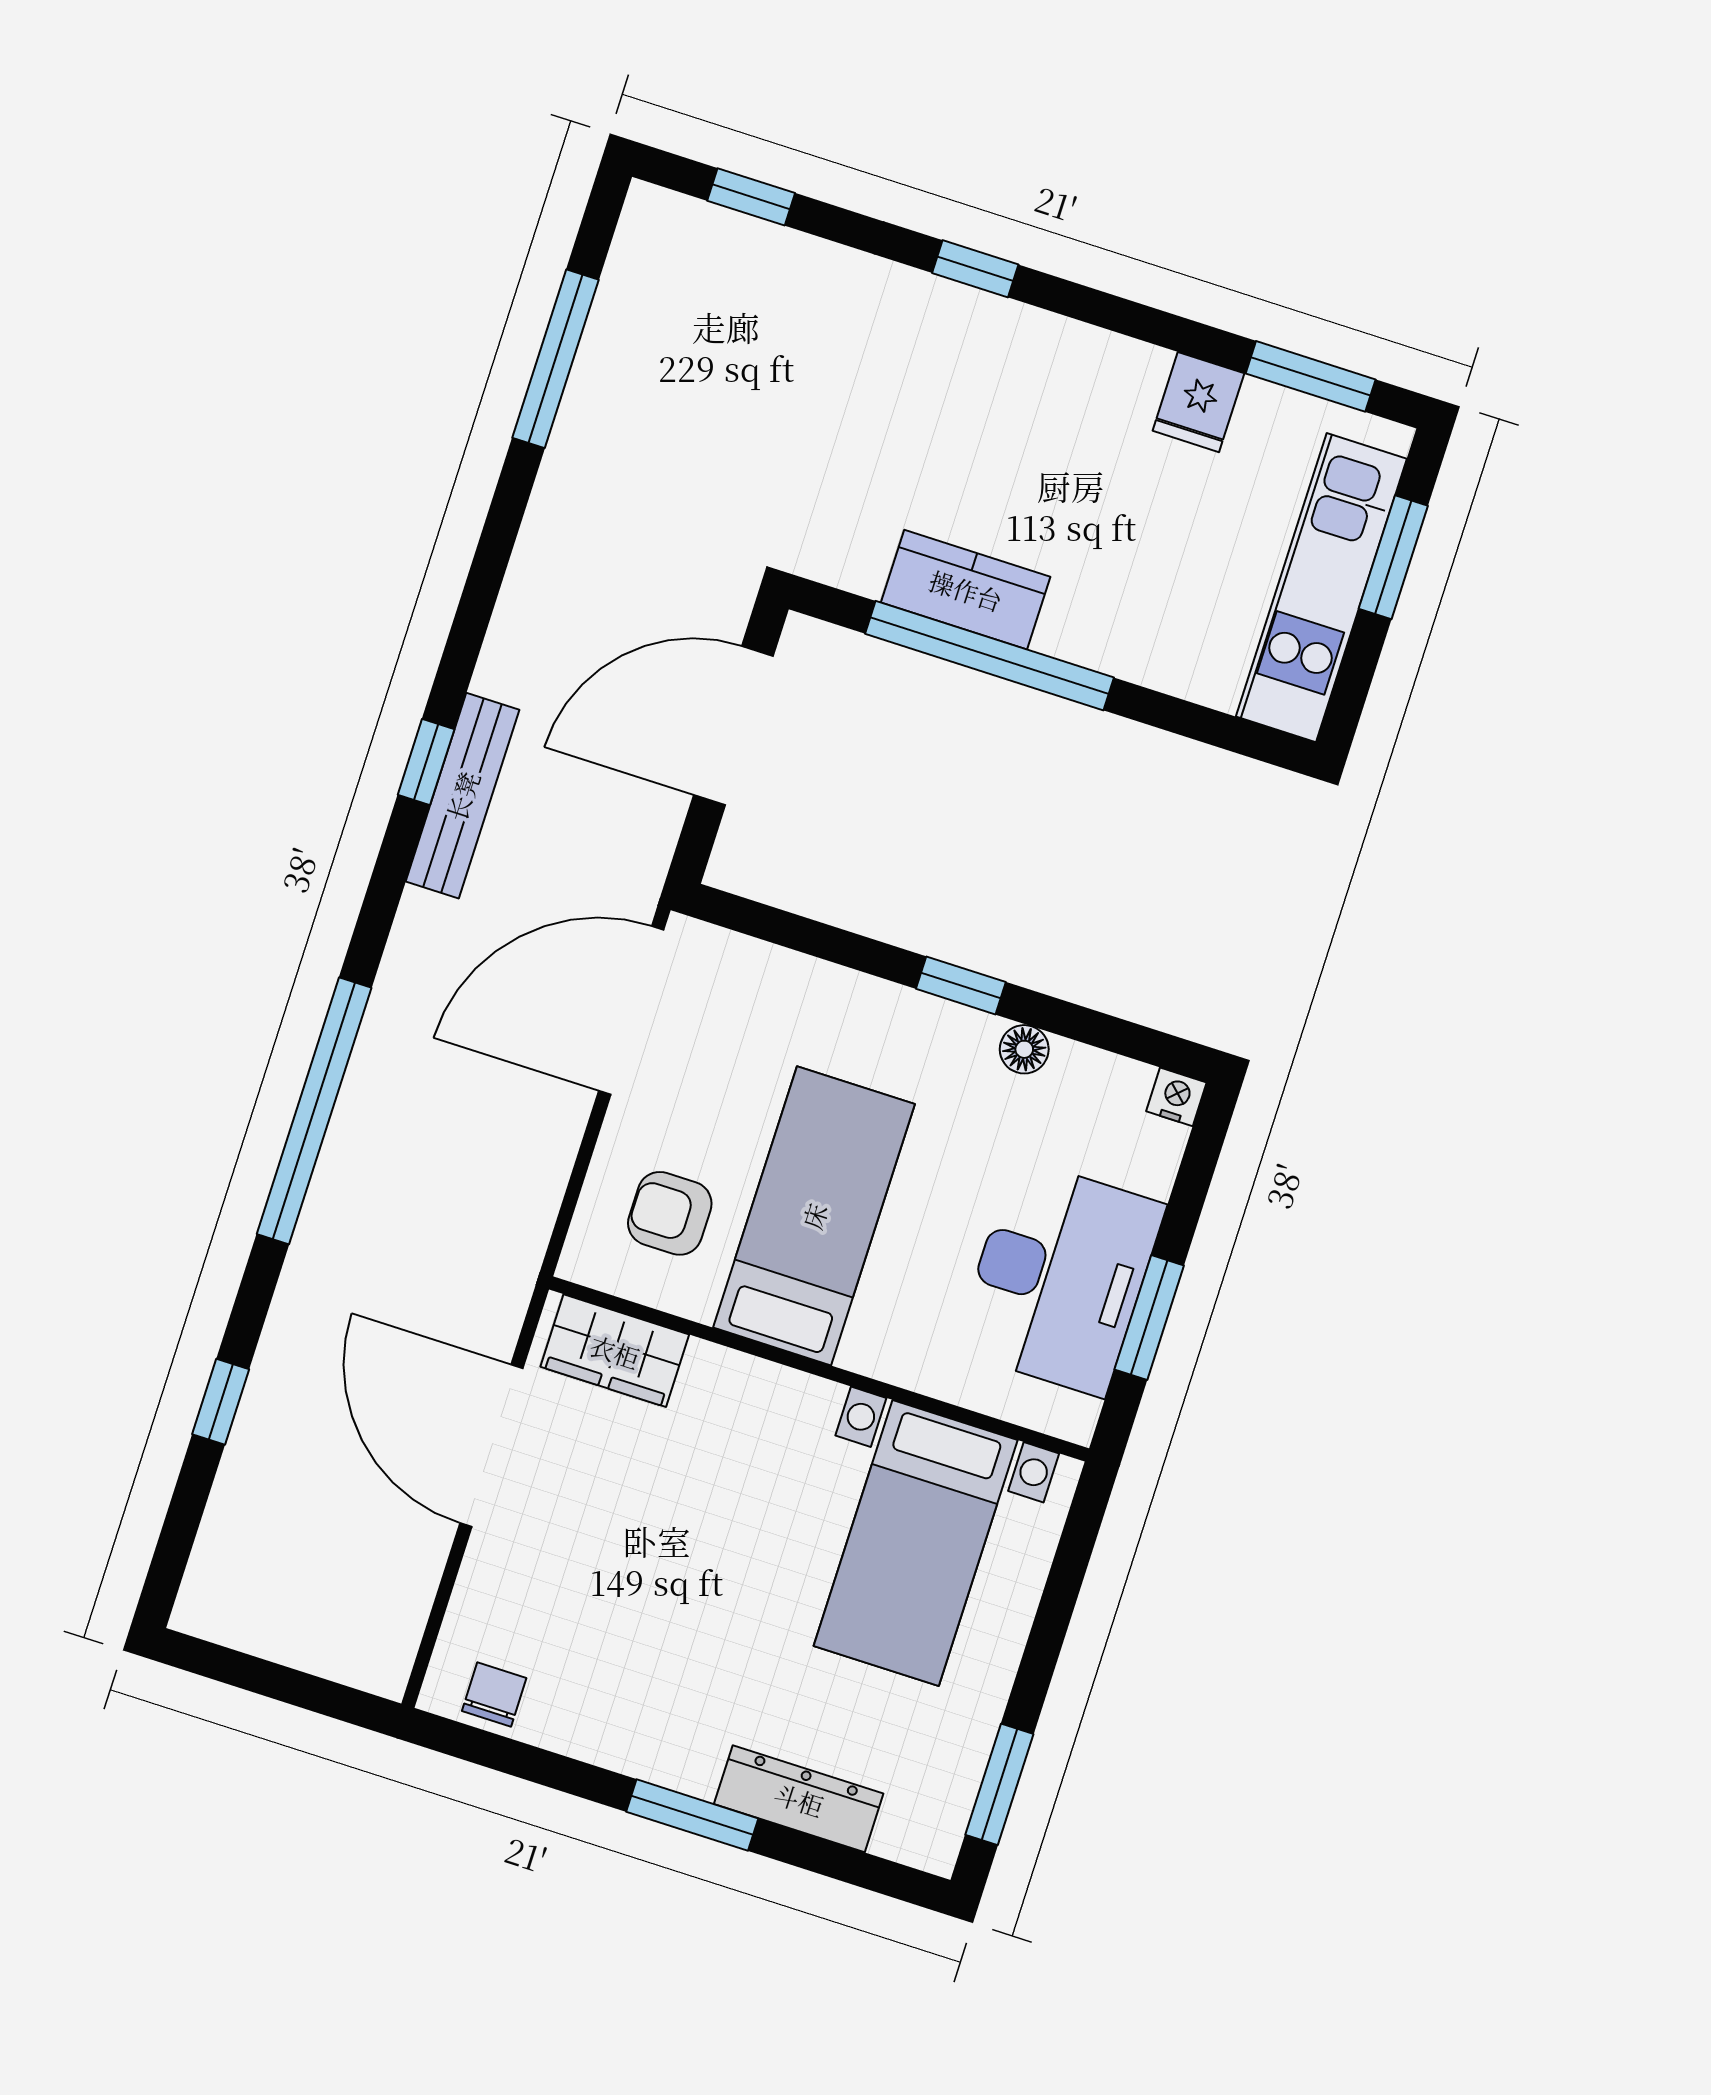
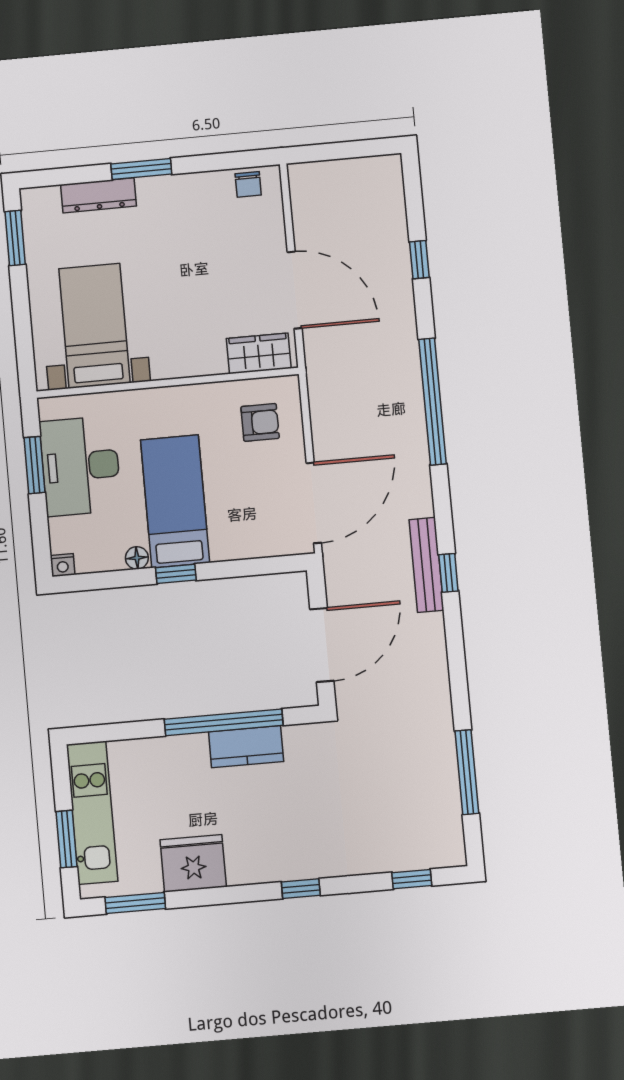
fridge: (1198, 402) -> (193, 863), width x1.88, depth x1.34
bed: (814, 1216) -> (175, 501), moved, turned 180

